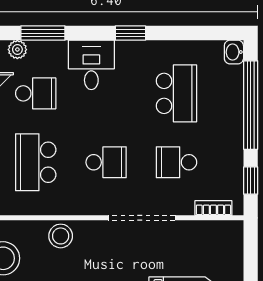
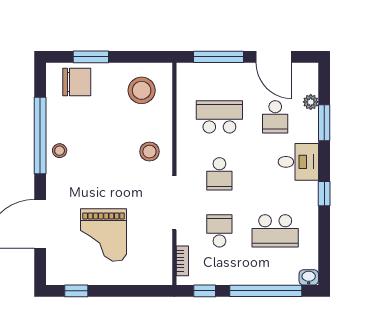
stool: (61, 236) -> (149, 152), moved

